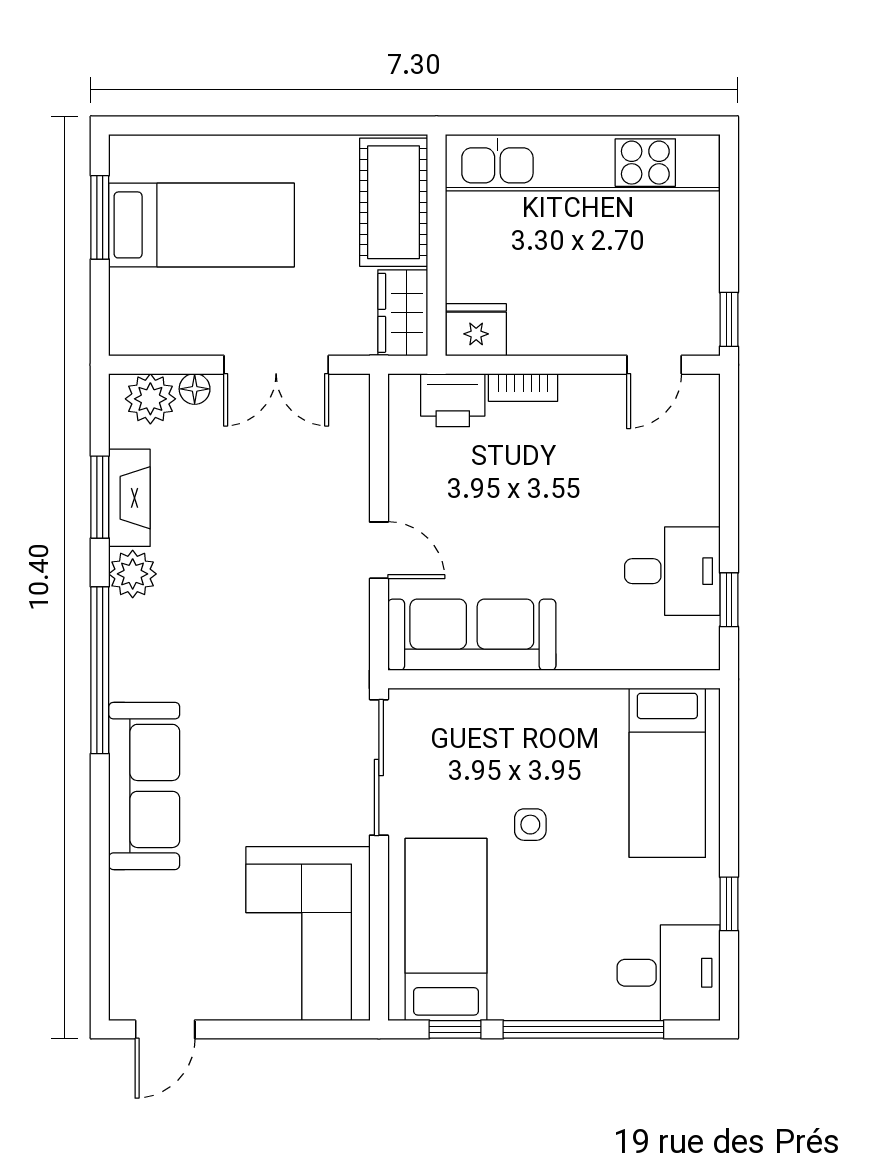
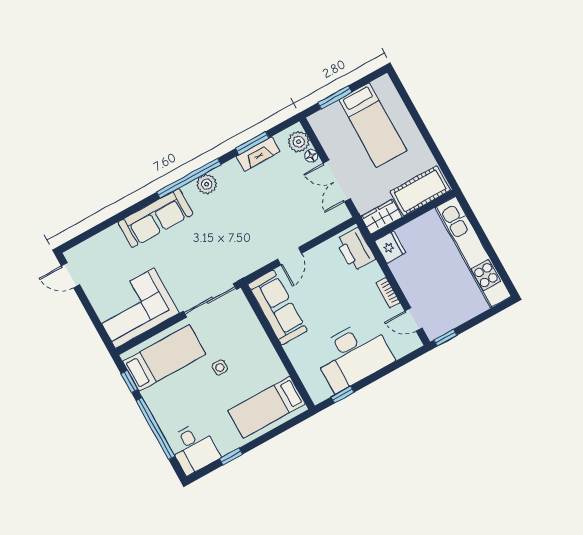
window: (100, 217) -> (335, 97), moved
bookcase: (523, 387) -> (388, 293), moved
printer: (453, 400) -> (355, 249), width x1.37, depth x1.19
desk: (672, 571) -> (353, 355), width x1.87, depth x1.30
plant: (133, 574) -> (207, 184), moved

